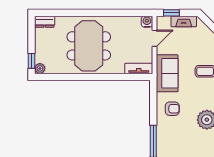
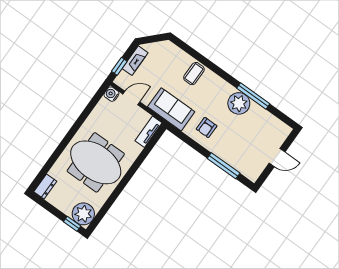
door: (154, 38) -> (131, 98), hinge flipped
plant: (40, 68) -> (83, 214), width x1.88, depth x1.88
armchair: (172, 109) -> (207, 127), turned 180

